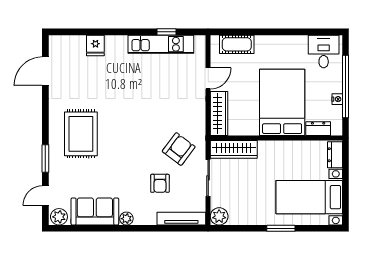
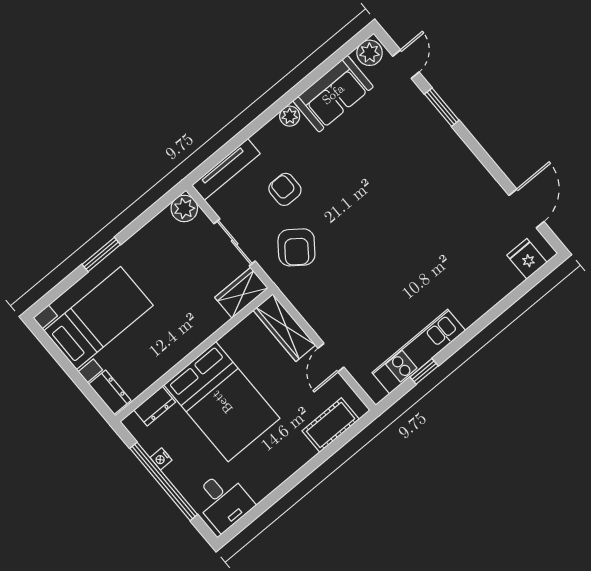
fridge: (95, 45) -> (527, 259), moved
rug: (81, 134) -> (425, 170), removed
wardrobe: (234, 149) -> (241, 293), width x0.67

